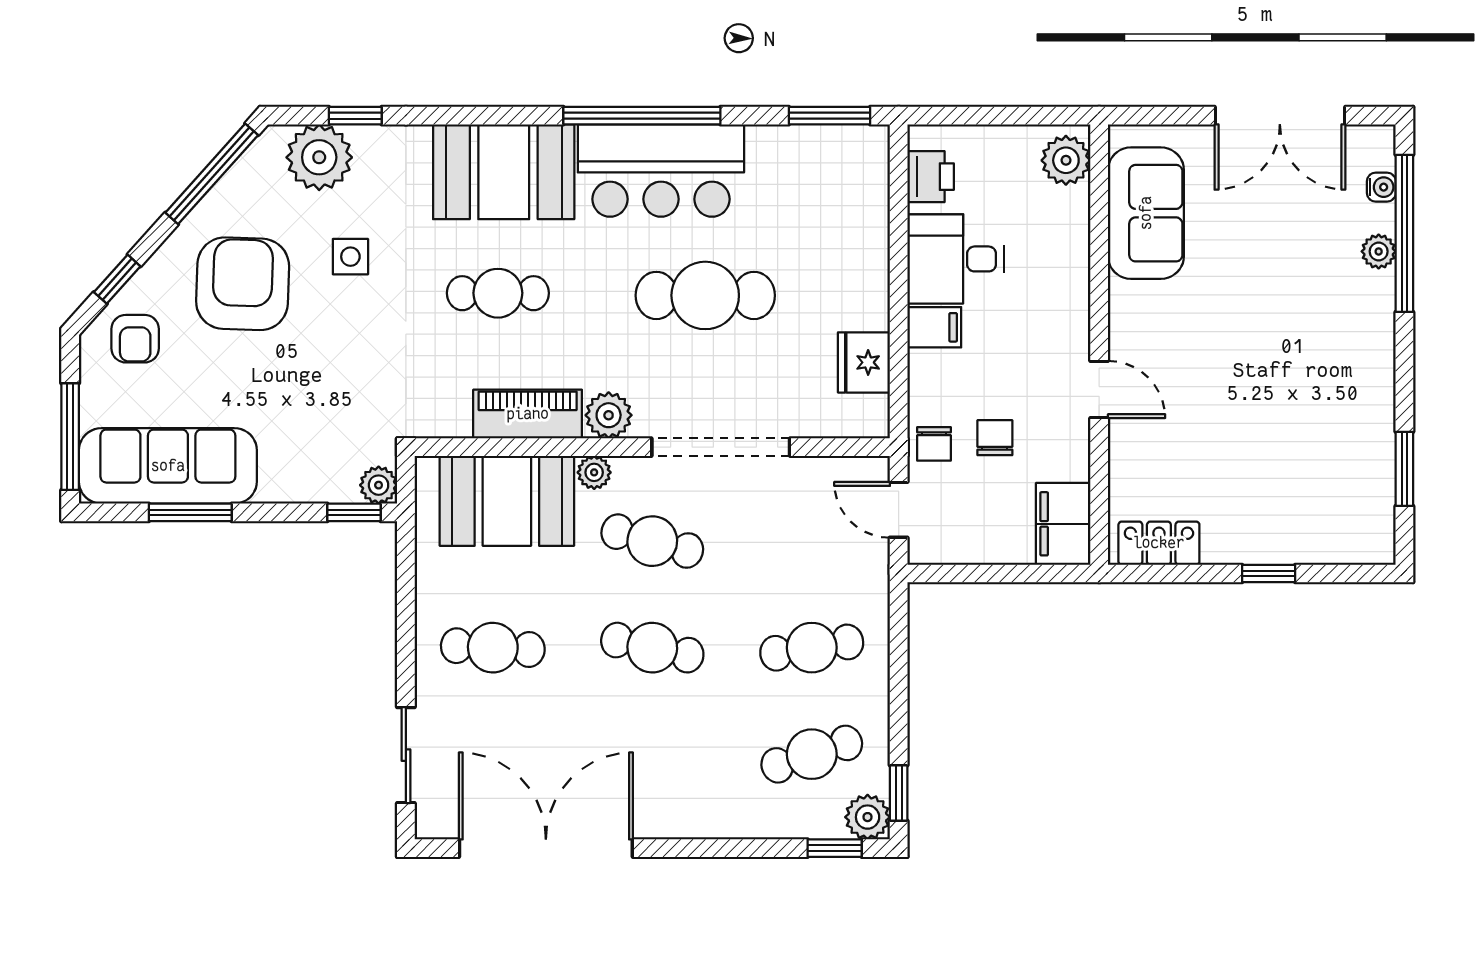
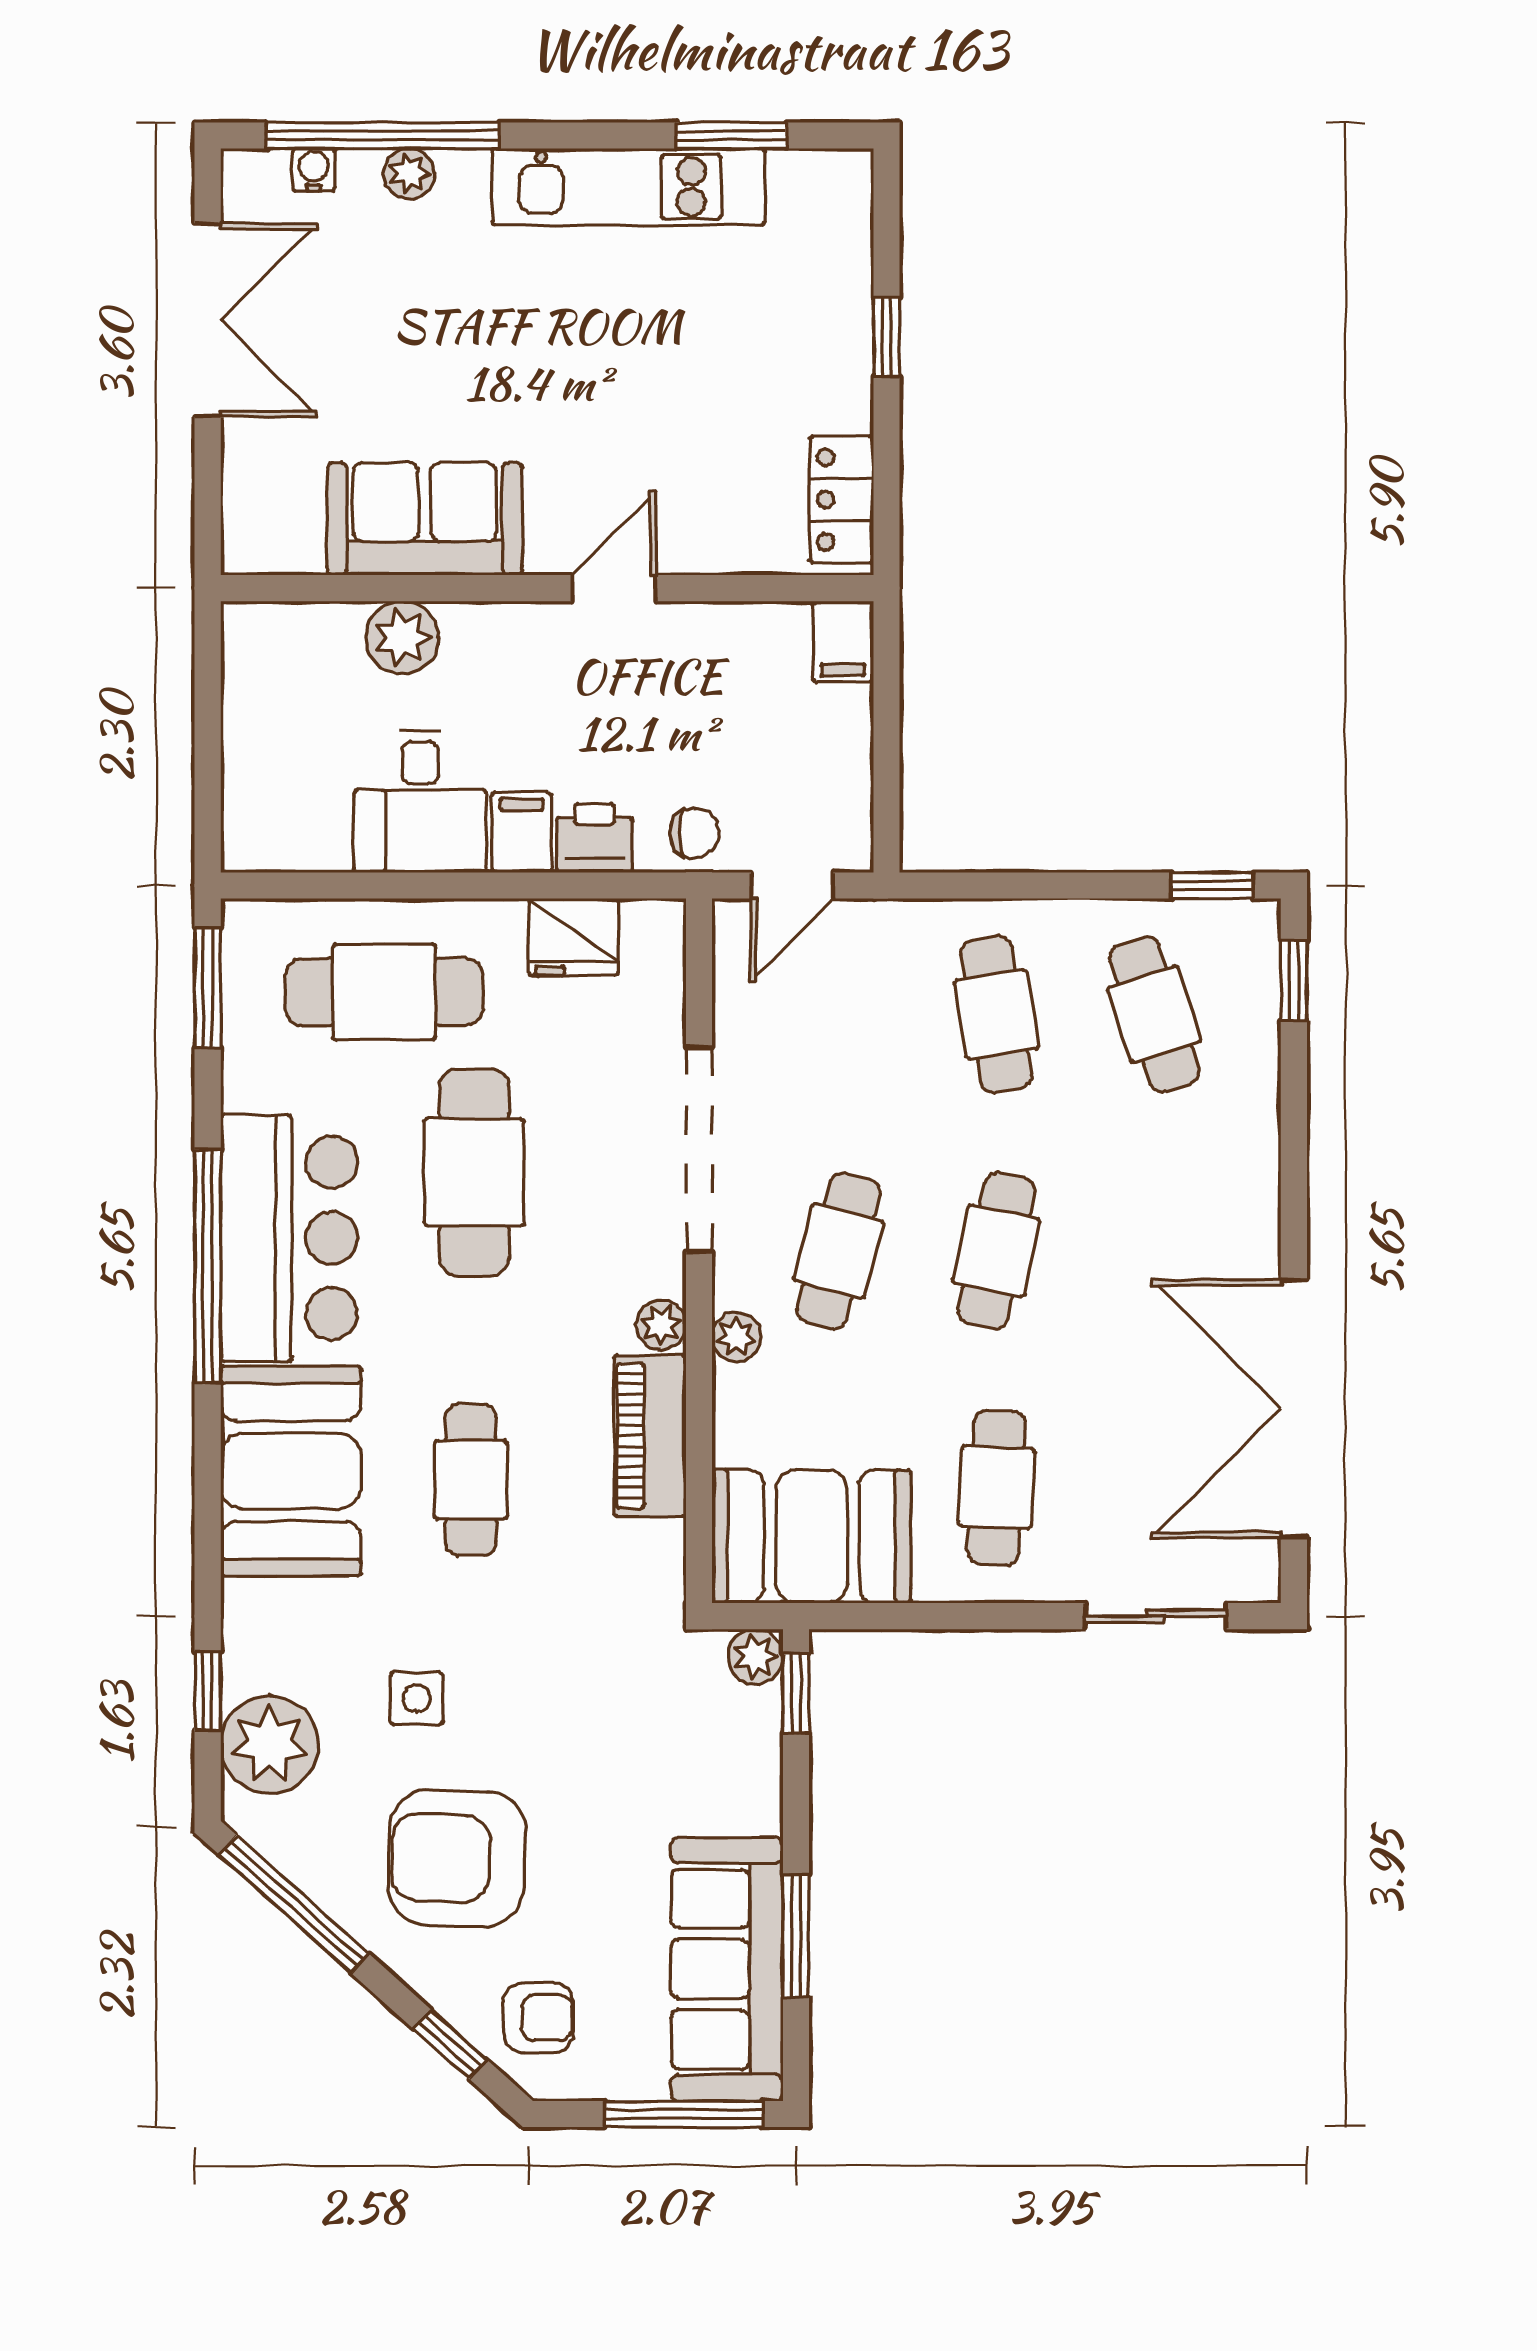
plant: (1066, 160) -> (402, 637), moved
printer: (931, 177) -> (594, 838), moved
sofa: (1146, 213) -> (425, 519), moved
cafe table: (827, 235) -> (384, 992), added
kitchen unit: (1370, 399) -> (628, 187), added
plant: (609, 415) -> (661, 1325), width x0.73, depth x0.73
chair: (995, 438) -> (685, 743), removed
booth: (507, 501) -> (812, 1536), moved, turned 90
filing cabinet: (1063, 524) -> (843, 641), width x0.50
plant: (868, 817) -> (1248, 932), removed

